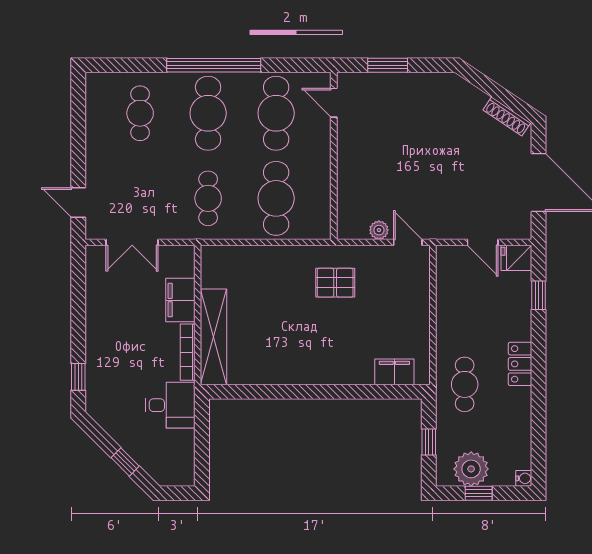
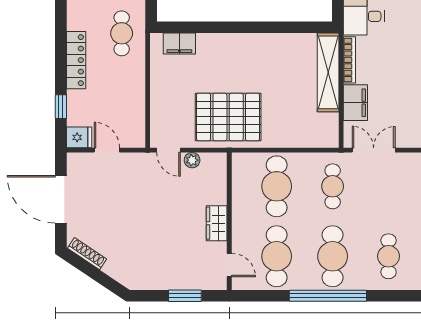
wardrobe: (349, 153) -> (217, 223), added
double door: (132, 242) -> (374, 150), moved
pallet: (335, 283) -> (228, 117), width x2.05, depth x2.00
locker: (520, 364) -> (76, 60), width x1.53

